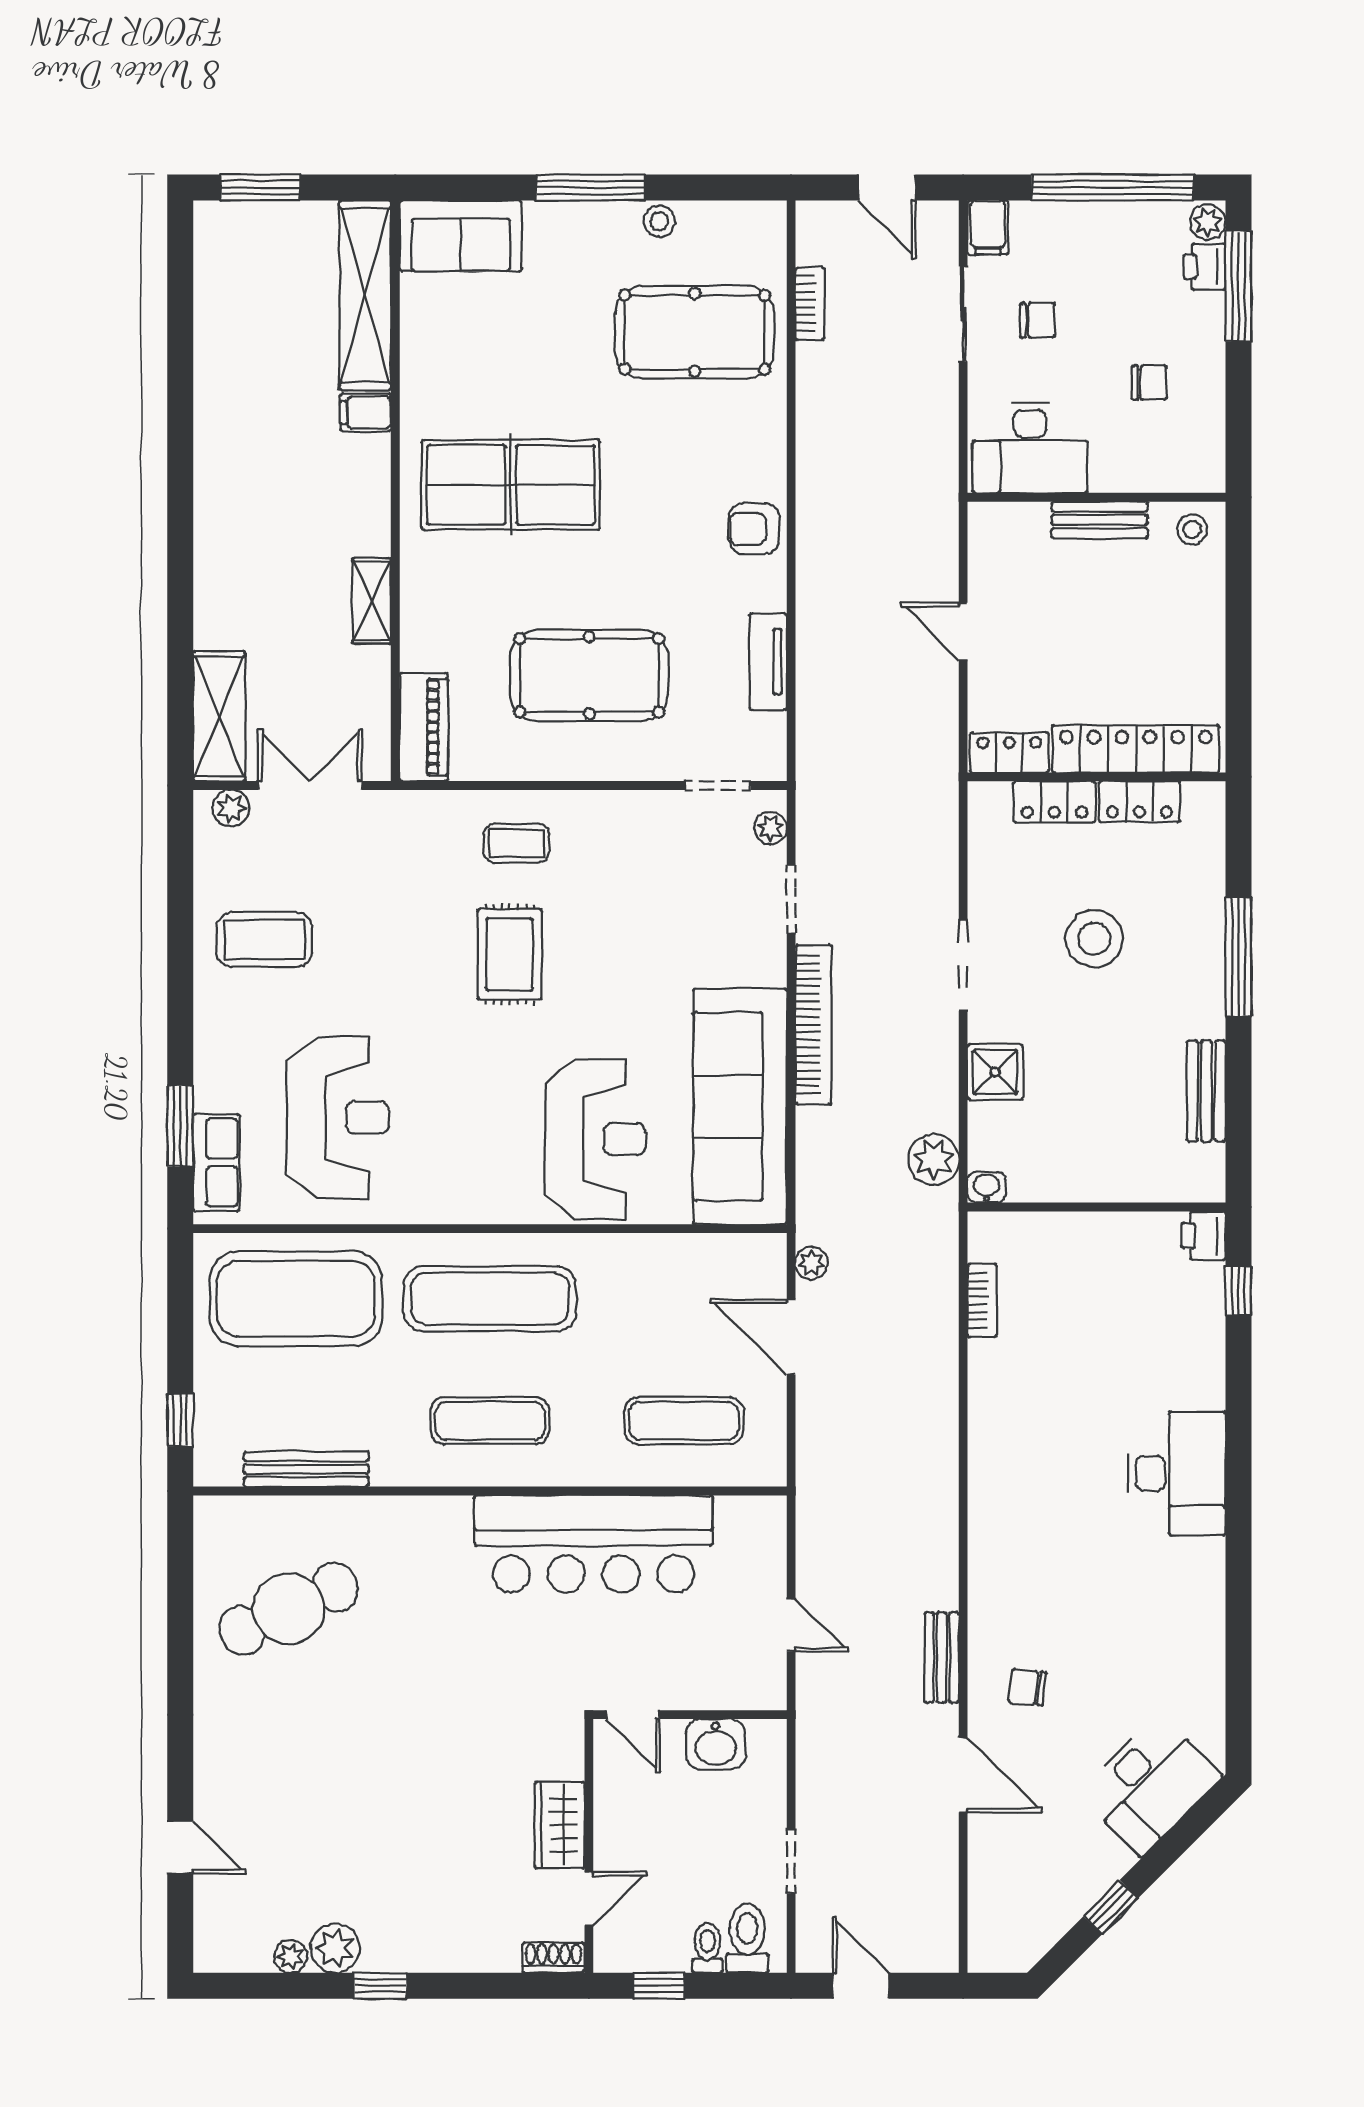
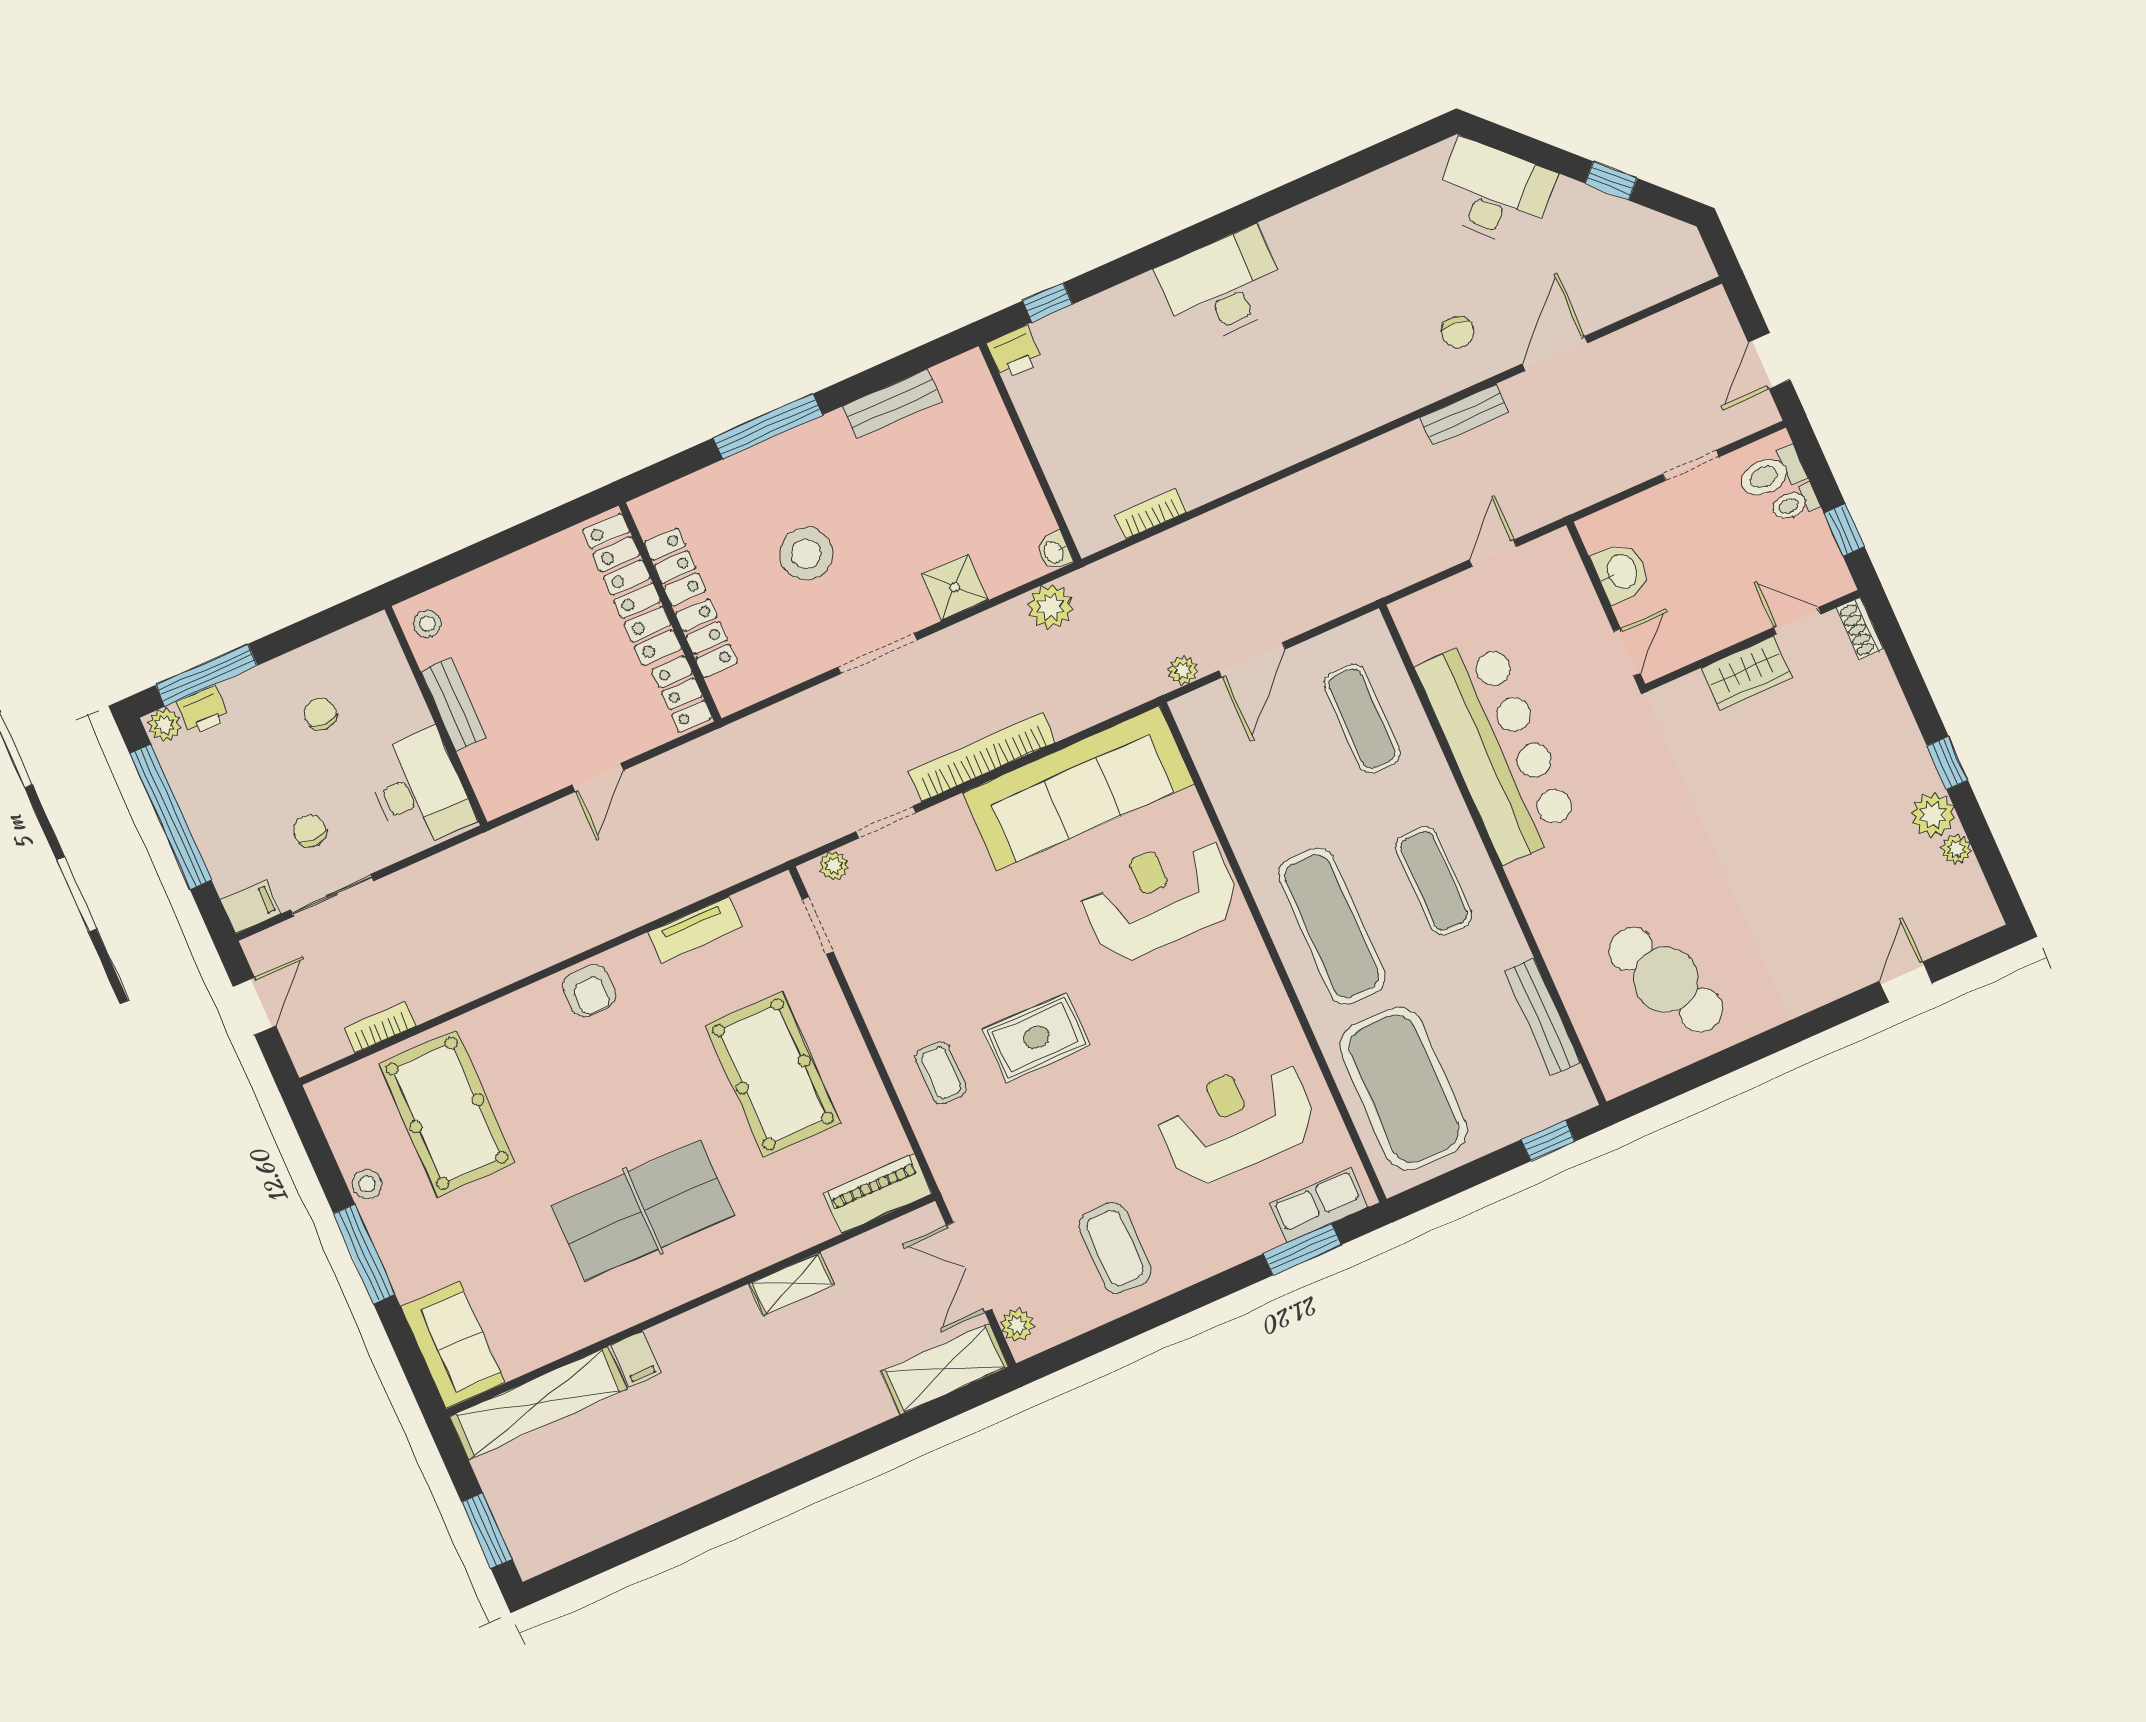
table tennis table: (511, 485) -> (643, 1211), turned 90

